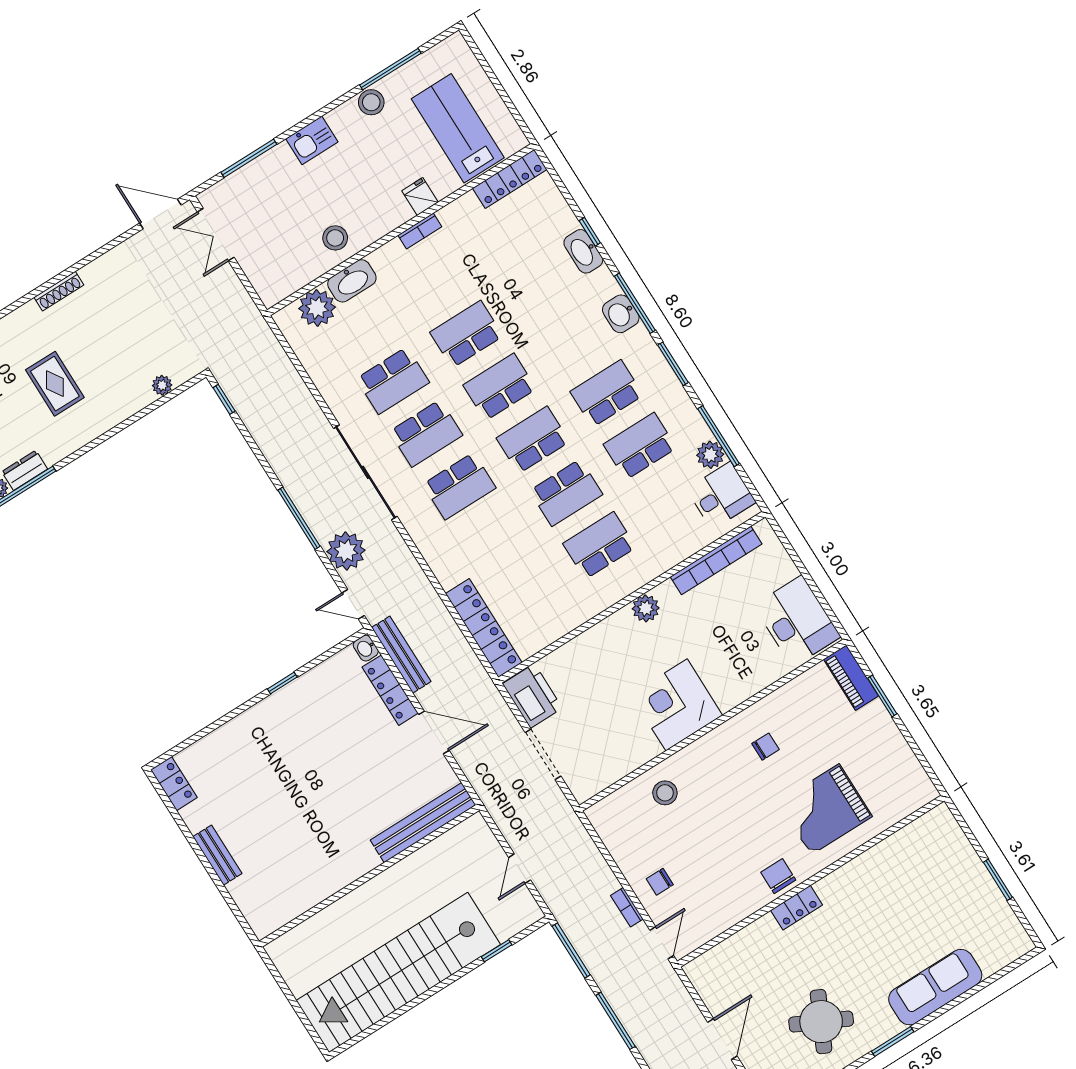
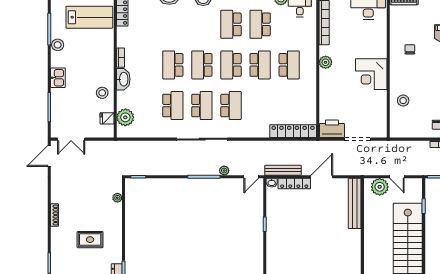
lab bench: (458, 128) -> (89, 17), turned 180
fridge: (420, 196) -> (107, 118), moved
washbasin: (352, 281) -> (123, 79), moved
school desk: (599, 545) -> (289, 65), turned 180
plant: (346, 551) -> (224, 171), width x0.53, depth x0.53
plant: (482, 849) -> (380, 187), added

